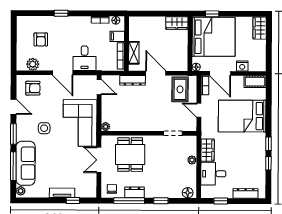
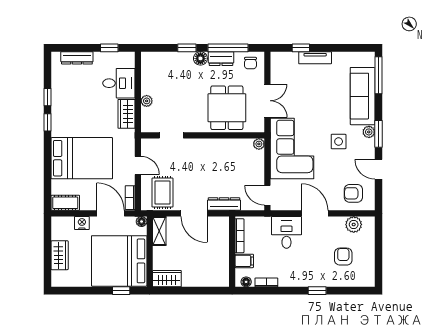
wardrobe: (260, 28) -> (60, 255), moved
shelving: (134, 53) -> (159, 231), moved
window: (13, 166) -> (378, 75), moved
plant: (21, 191) -> (369, 132), moved
floor lamp: (188, 193) -> (200, 58), moved

